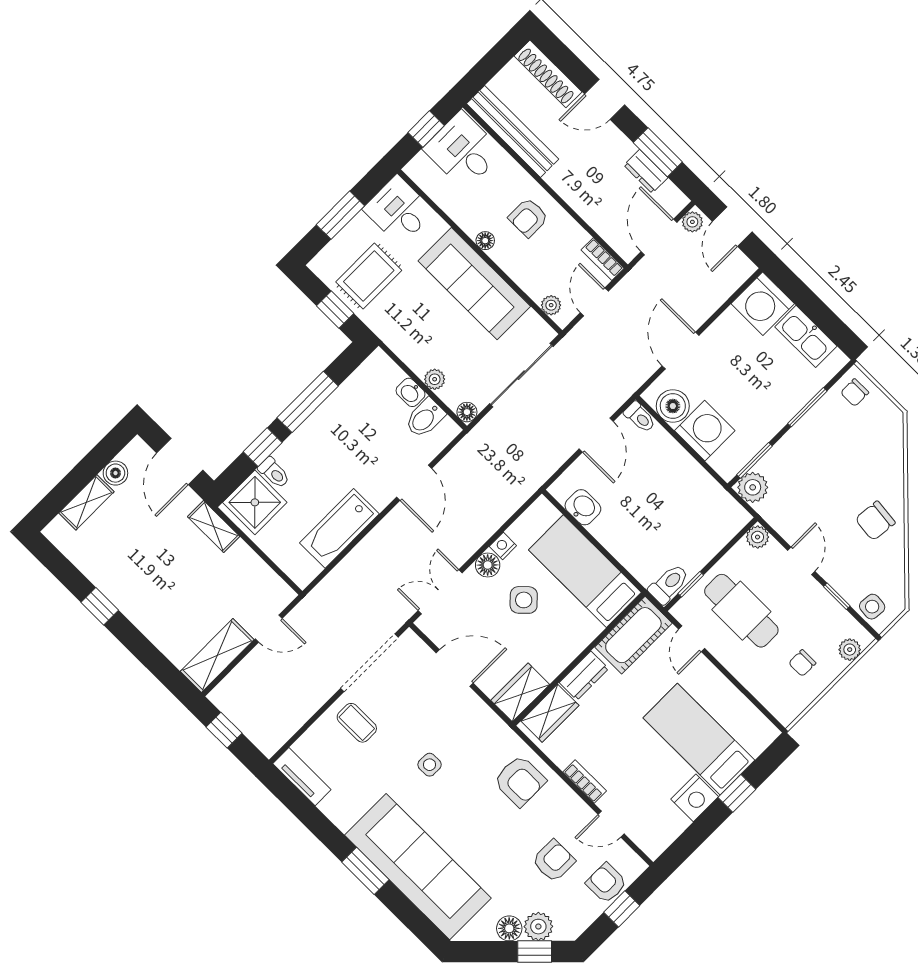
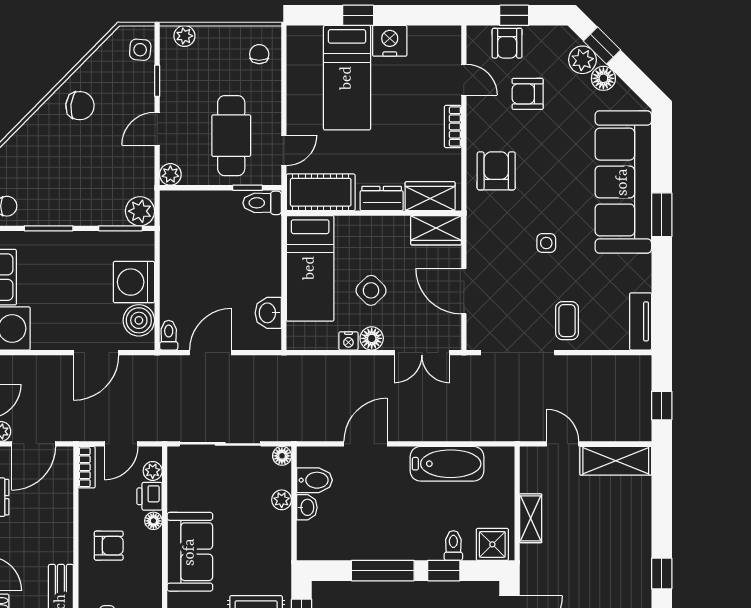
floor lamp: (485, 241) -> (153, 521), moved
sofa: (474, 284) -> (190, 552), width x0.73
printer: (535, 284) -> (150, 496), added
shower: (255, 502) -> (492, 544), width x0.73, depth x0.73
shelving: (214, 526) -> (531, 518), moved
chair: (802, 663) -> (259, 54), moved, turned -90

